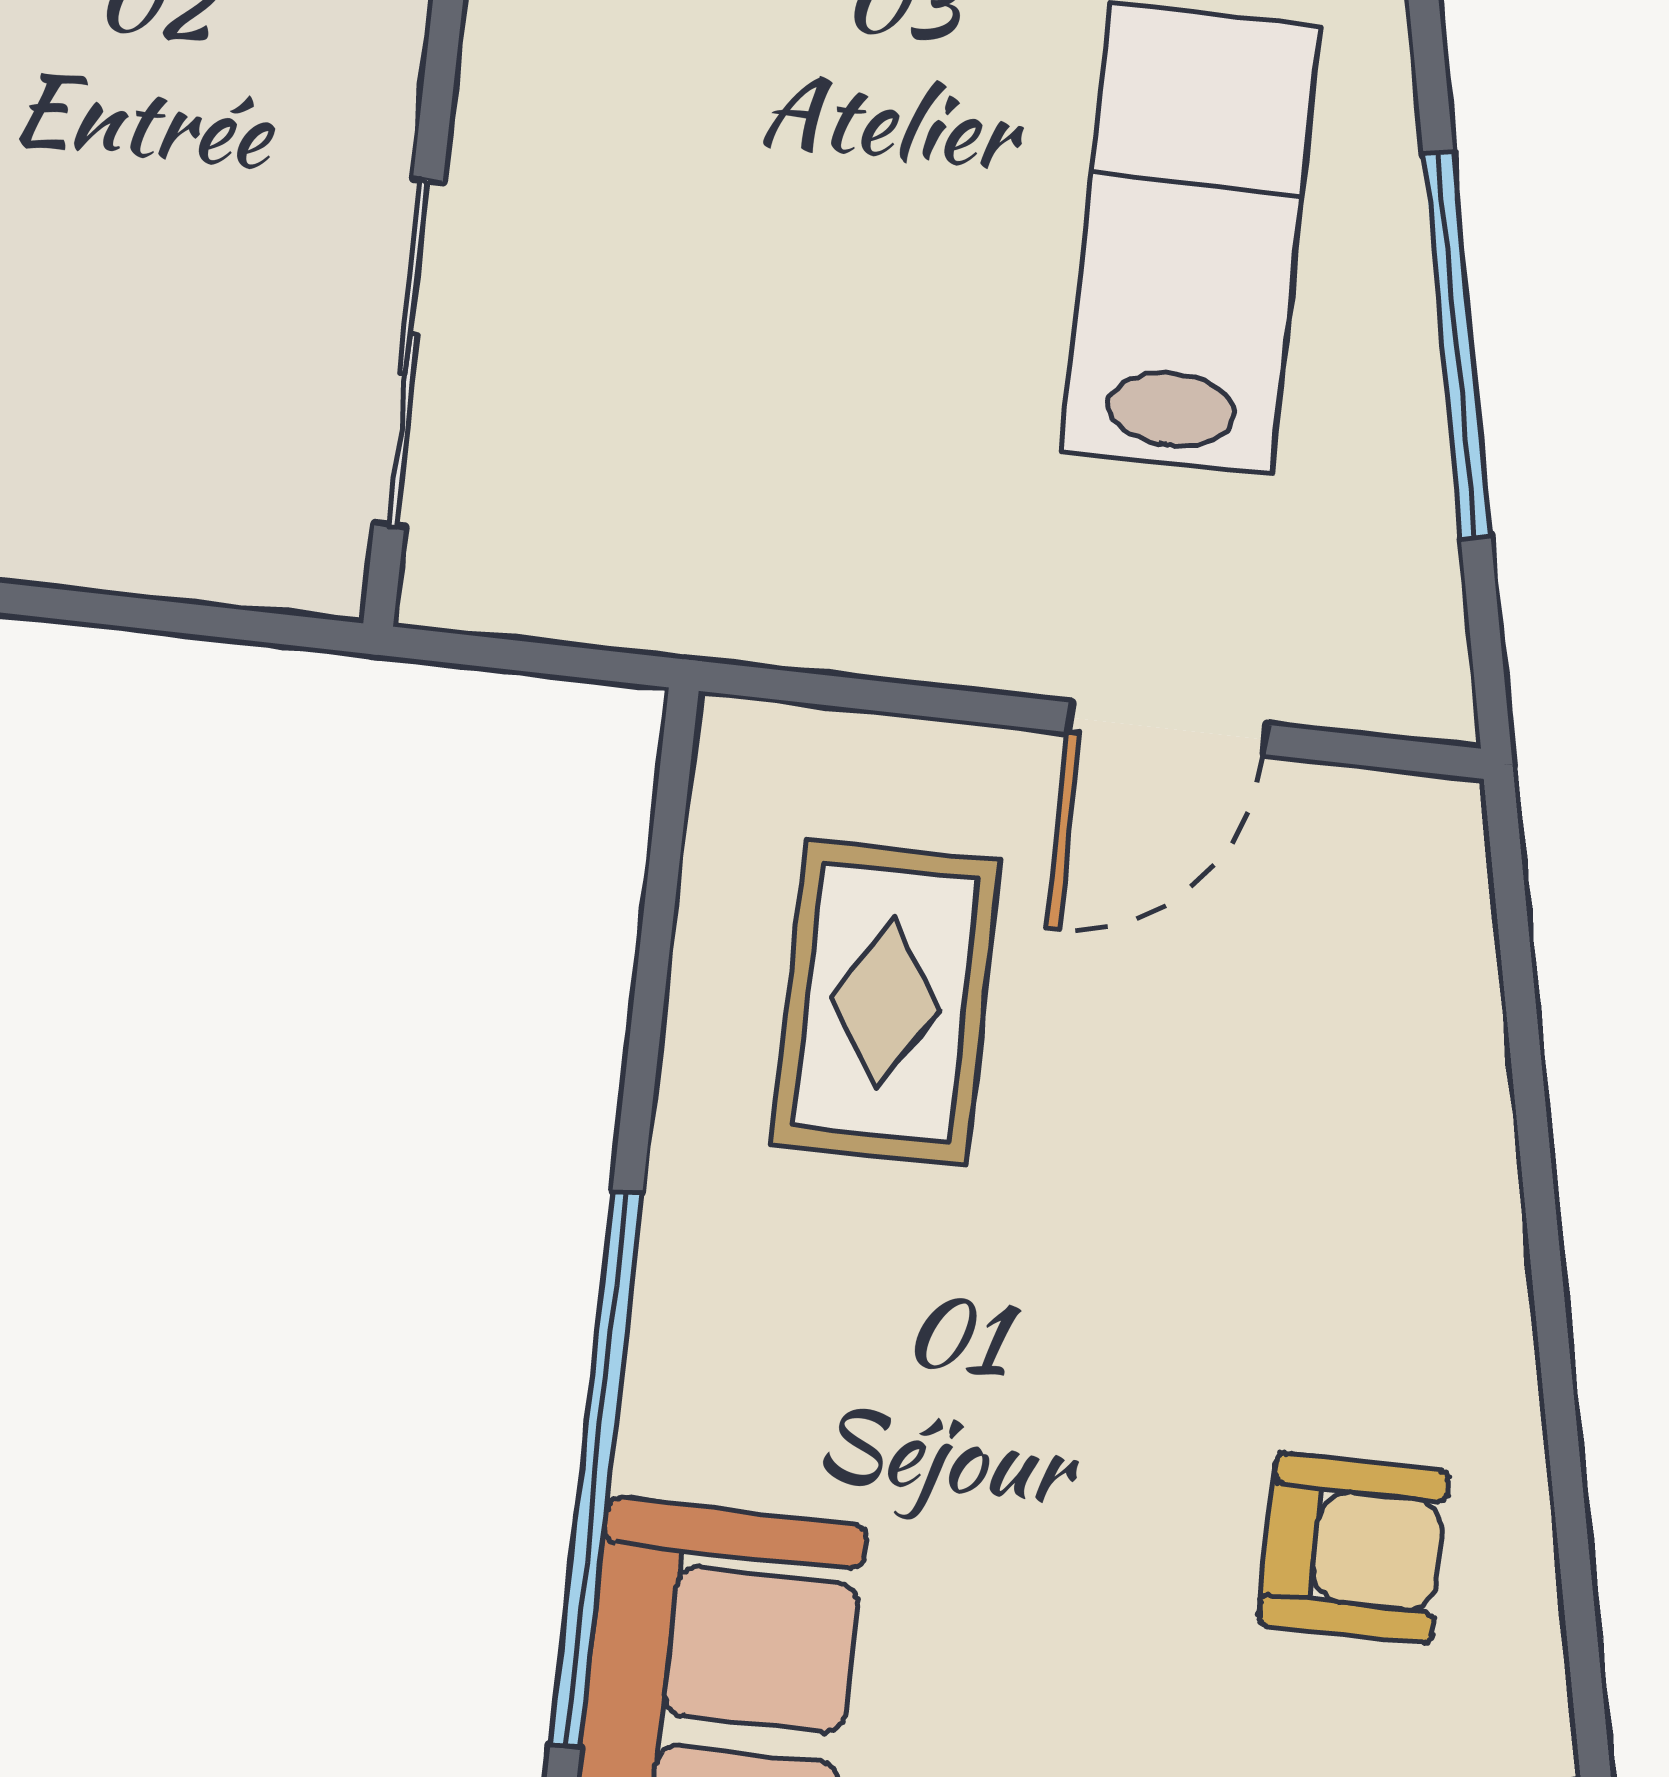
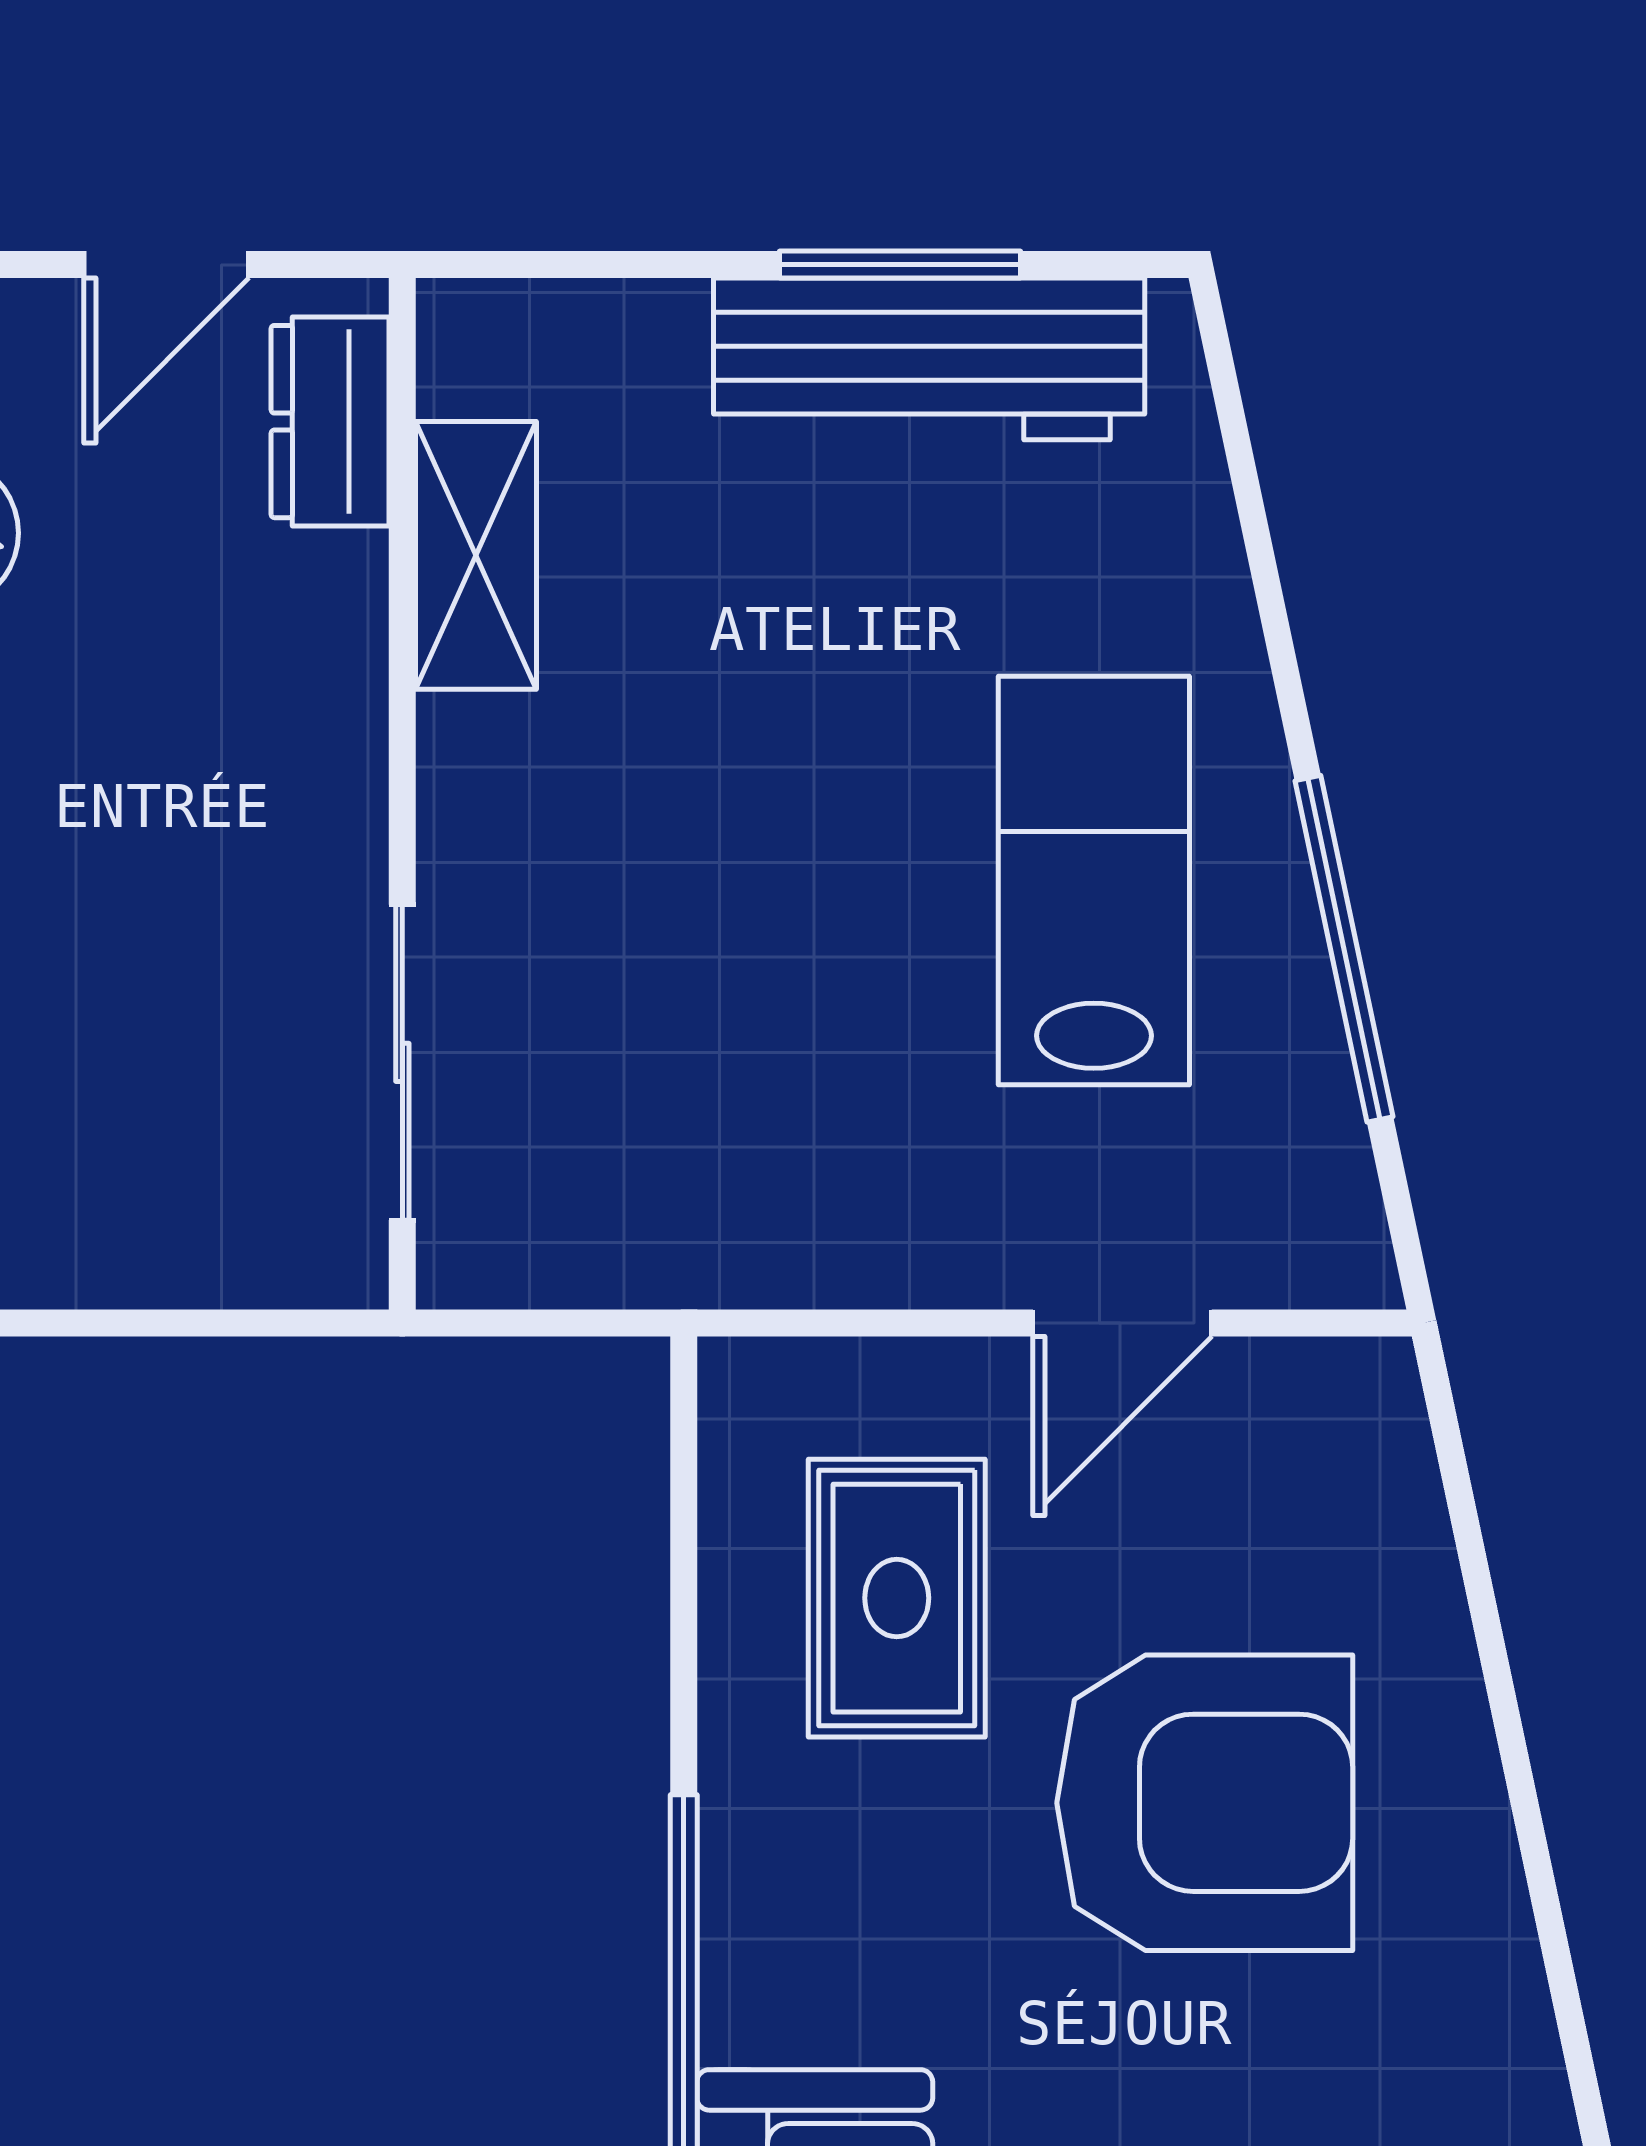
armchair: (1354, 1548) -> (1205, 1803), moved, width x1.88, depth x1.88

